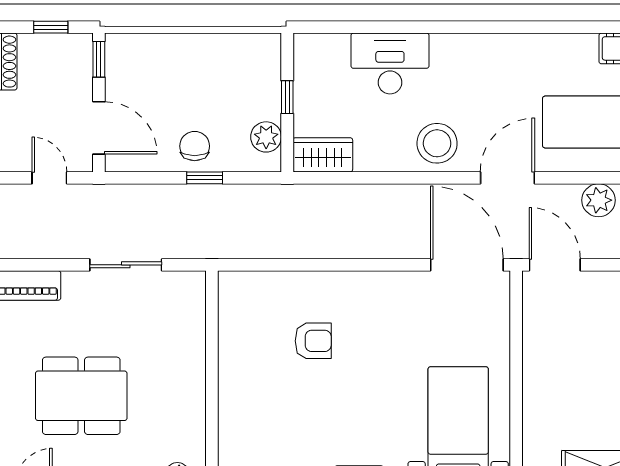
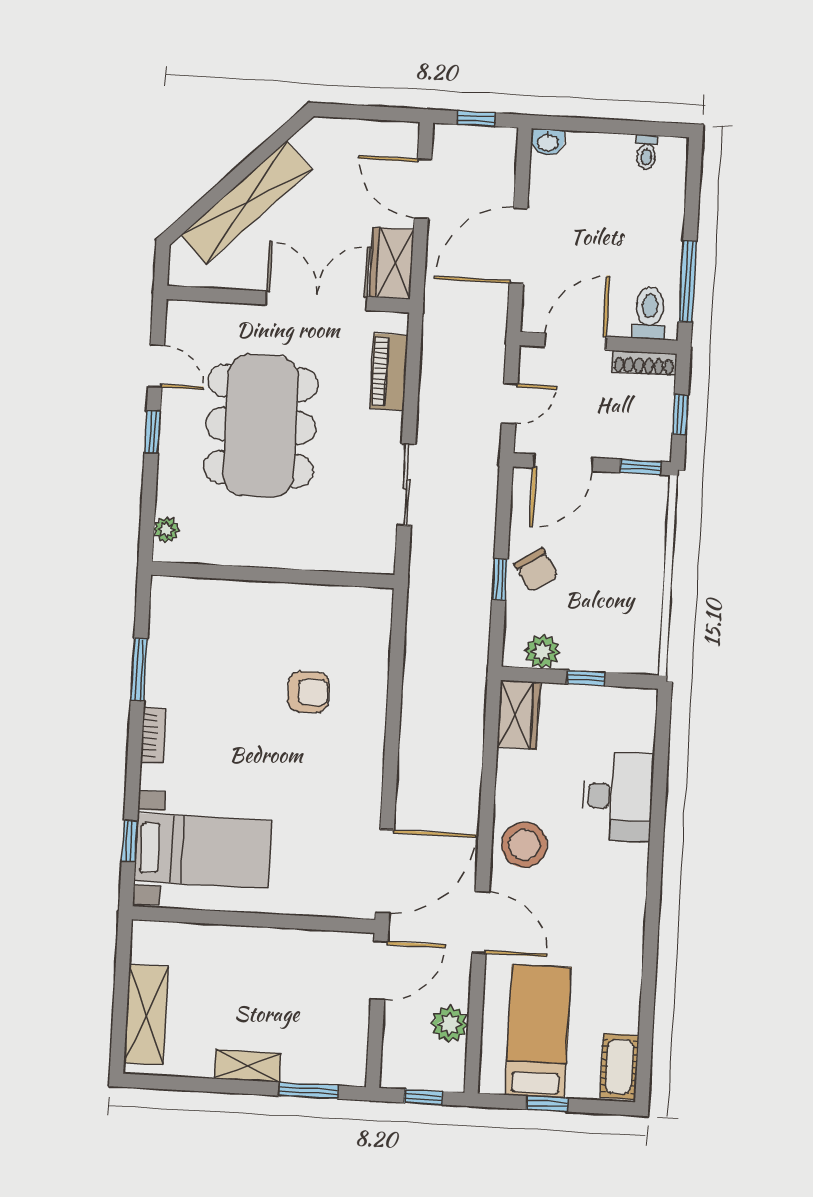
chair: (195, 146) -> (536, 570), turned 57
armchair: (313, 341) -> (308, 692), turned -90
dining table: (81, 396) -> (261, 426), width x1.36, depth x1.24

